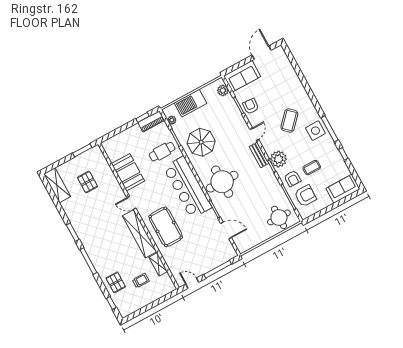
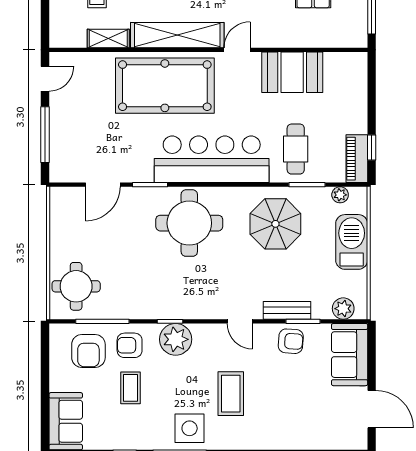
coffee table: (289, 120) -> (231, 394), turned 47
bench: (259, 155) -> (287, 310), moved
pool table: (166, 227) -> (165, 86), width x1.36, depth x1.32

